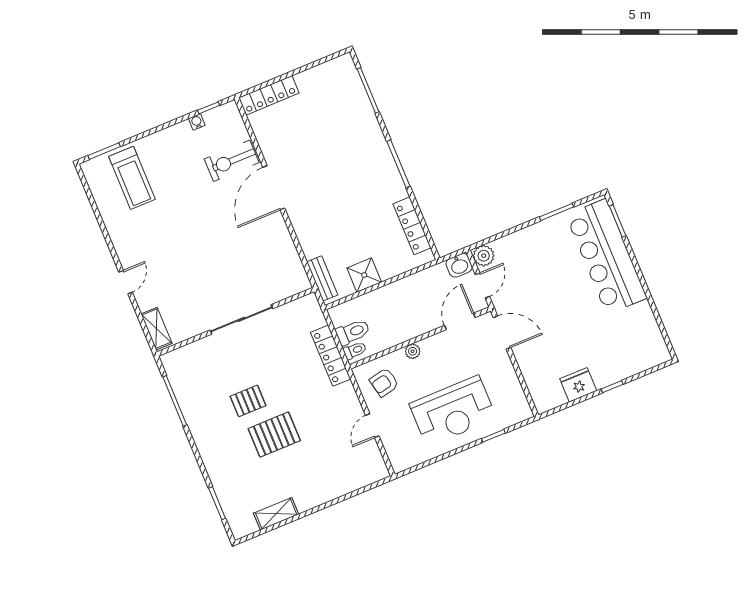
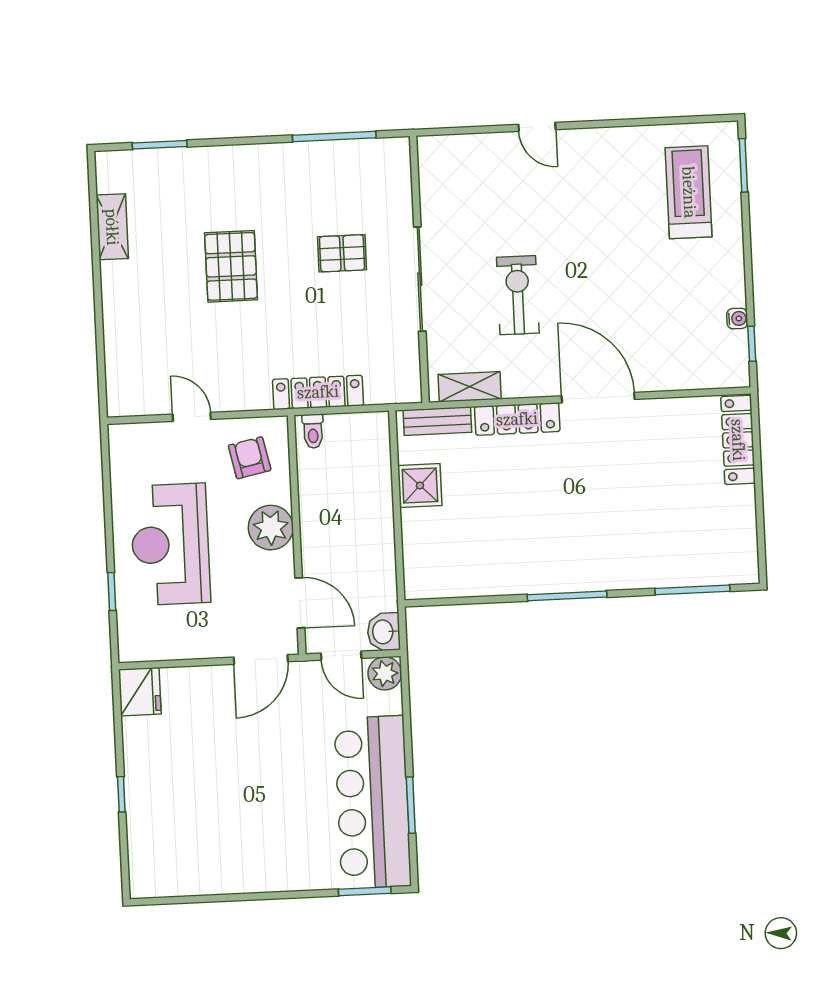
exercise bike: (232, 161) -> (518, 295), moved
treadmill: (132, 178) -> (689, 192), turned 90
locker: (412, 226) -> (517, 419), moved, turned 180
bar counter: (606, 256) -> (373, 802), moved, turned -90
shelving: (156, 329) -> (470, 387), moved
toilet: (353, 332) -> (341, 438), removed
plant: (413, 351) -> (271, 528), width x1.87, depth x1.87
fridge: (578, 385) -> (140, 692), moved
pallet: (248, 401) -> (342, 253), moved, turned 90

